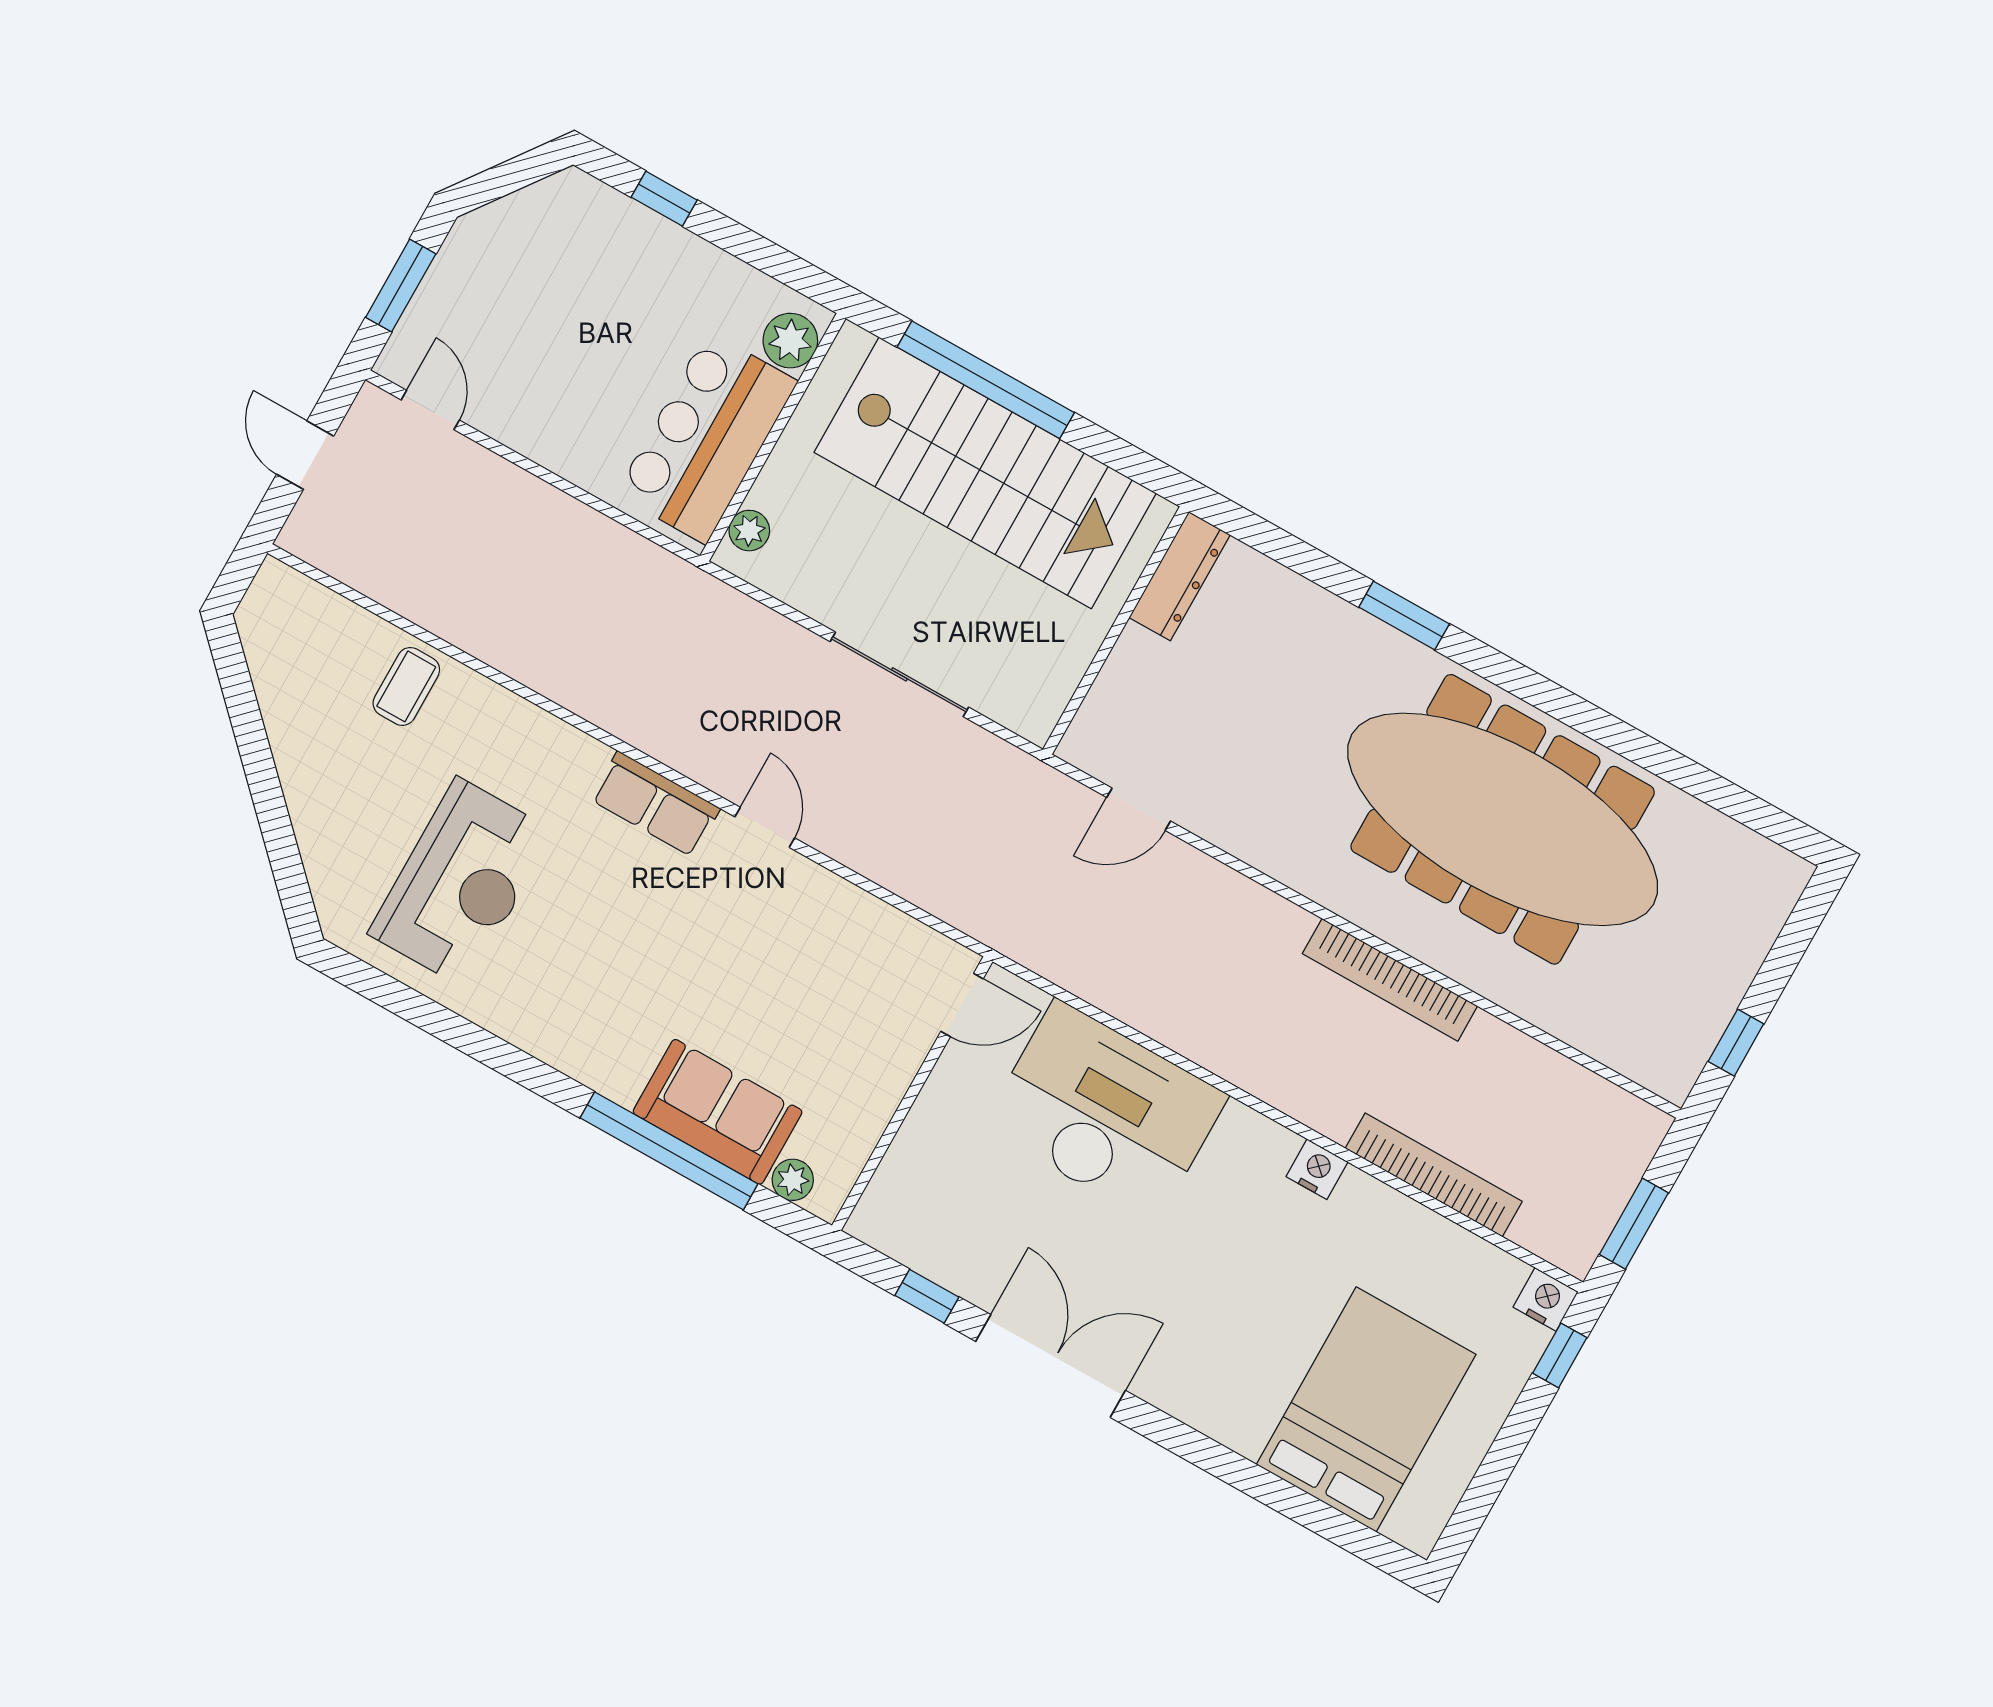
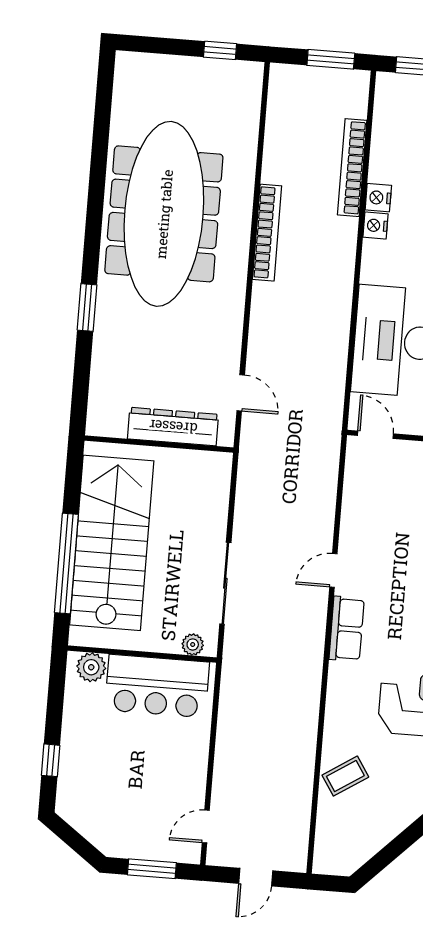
dresser: (1180, 576) -> (173, 427), moved, width x1.37, depth x1.24
sliding door: (899, 674) -> (225, 583), moved
coffee table: (406, 686) -> (345, 776), turned -33
nightstand: (1546, 1299) -> (378, 198), moved

